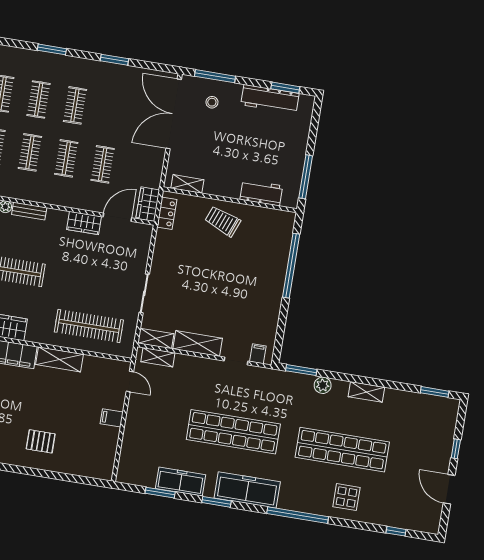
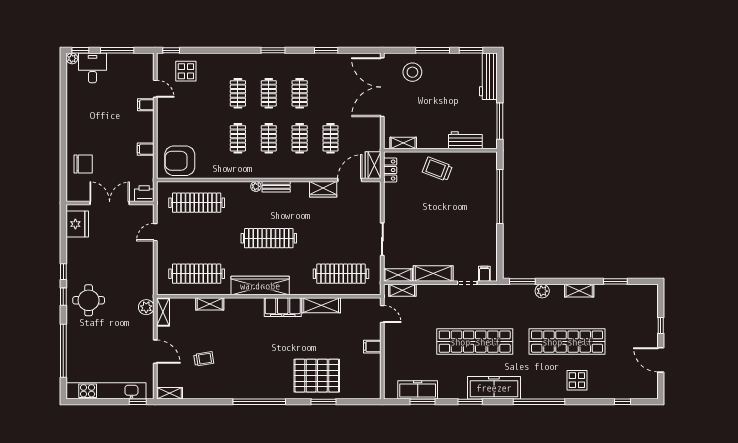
window: (215, 76) -> (433, 50), moved
workbench: (270, 99) -> (488, 76), moved, turned 90
stool: (212, 102) -> (412, 72), width x1.89, depth x1.89
window: (435, 392) -> (615, 281), moved
pallet: (41, 441) -> (317, 376), width x2.05, depth x2.00
window: (44, 474) -> (323, 402), added
freezer: (181, 482) -> (418, 390), moved

